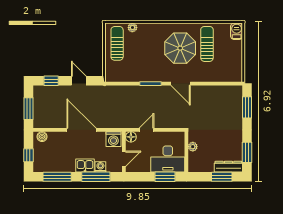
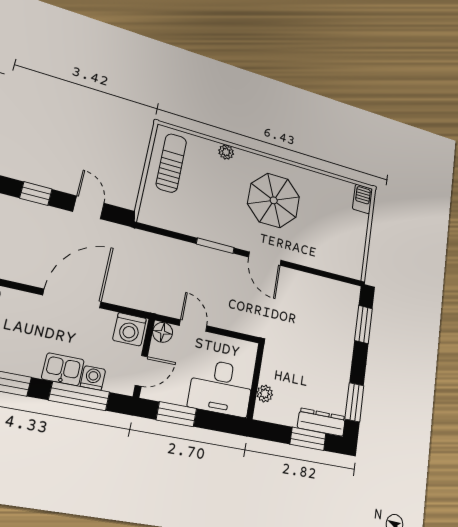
plant: (132, 28) -> (226, 152), moved
sun lounger: (207, 44) -> (316, 206), removed
door: (81, 130) -> (72, 298), hinge flipped
door: (147, 130) -> (193, 326), hinge flipped
plant: (193, 147) -> (265, 394), moved
window: (165, 177) -> (176, 414), moved

